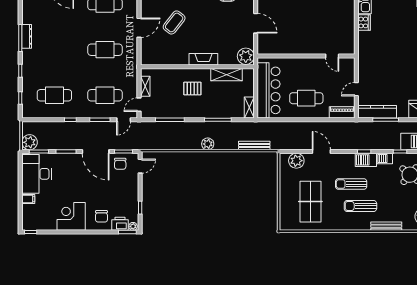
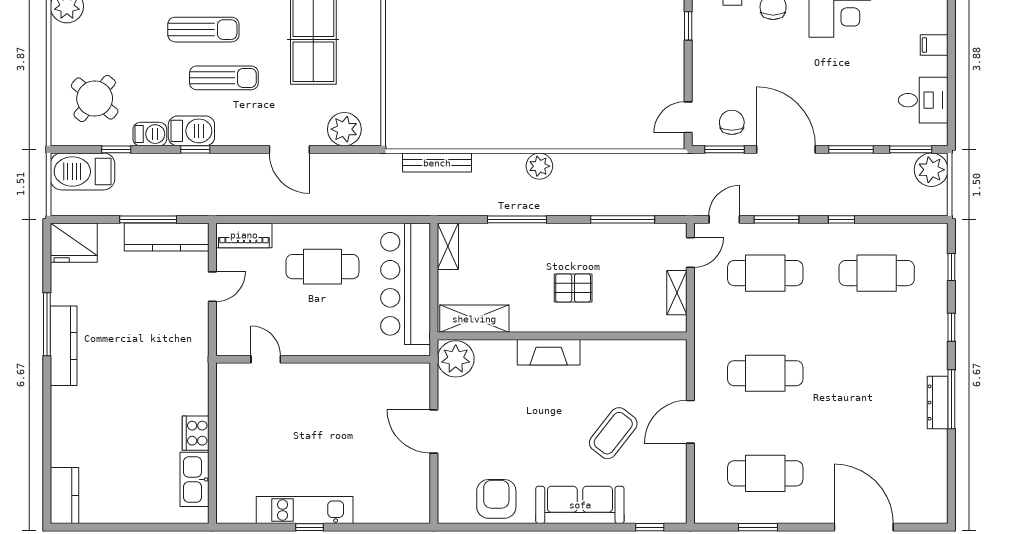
shelving: (226, 75) -> (474, 319), moved
desk: (37, 174) -> (923, 100), width x0.53, depth x0.77

